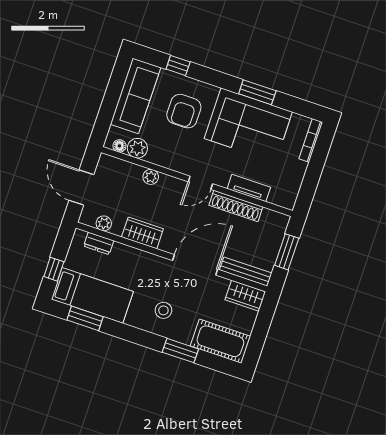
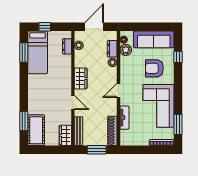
window: (257, 92) -> (178, 124), moved
dresser: (128, 170) -> (112, 49), added
door: (200, 183) -> (118, 90), hinge flipped
shoe rack: (236, 206) -> (112, 131), moved
wardrobe: (142, 233) -> (81, 79), moved
door: (195, 265) -> (73, 103), width x0.53
stool: (163, 310) -> (42, 94), removed
window: (180, 351) -> (24, 121), moved

